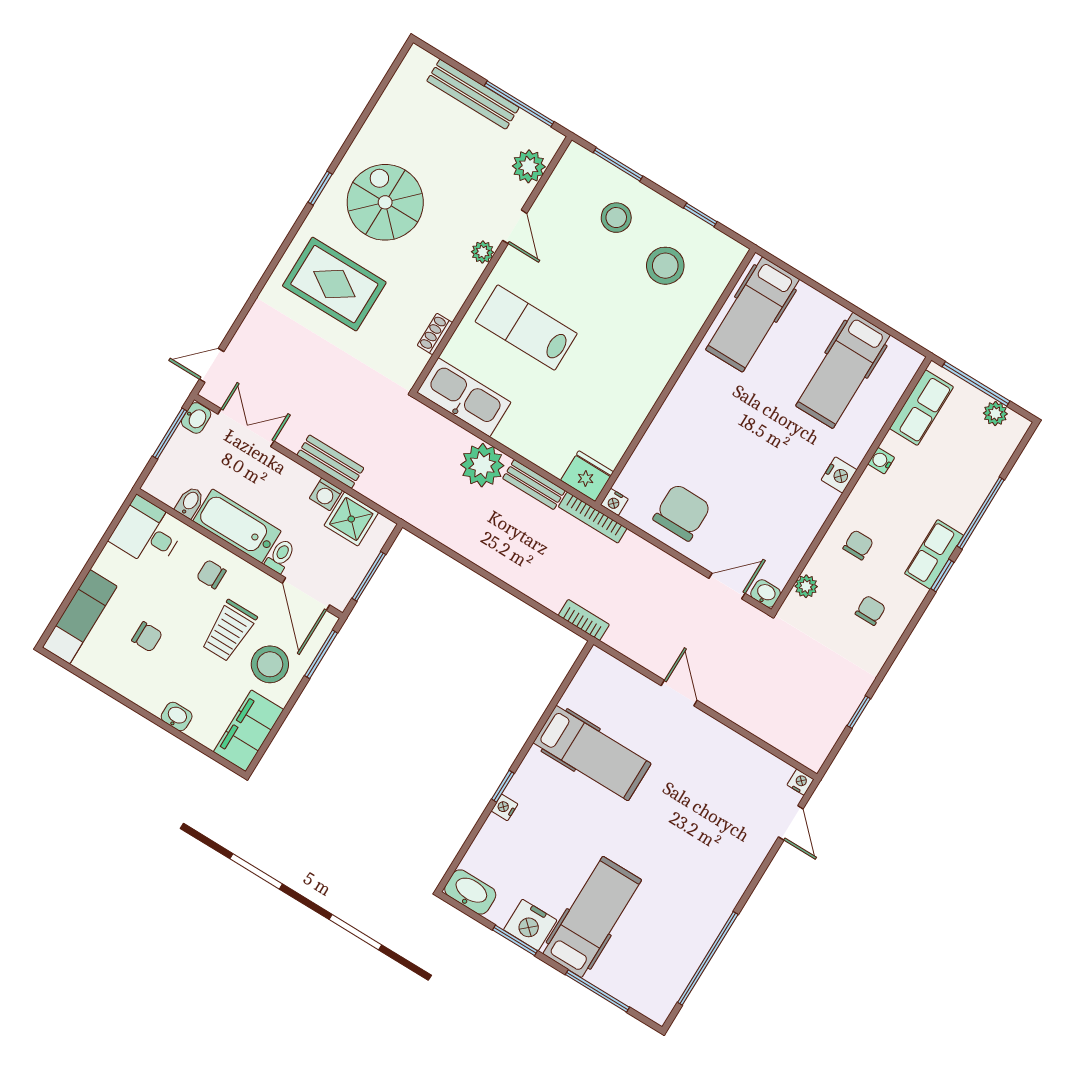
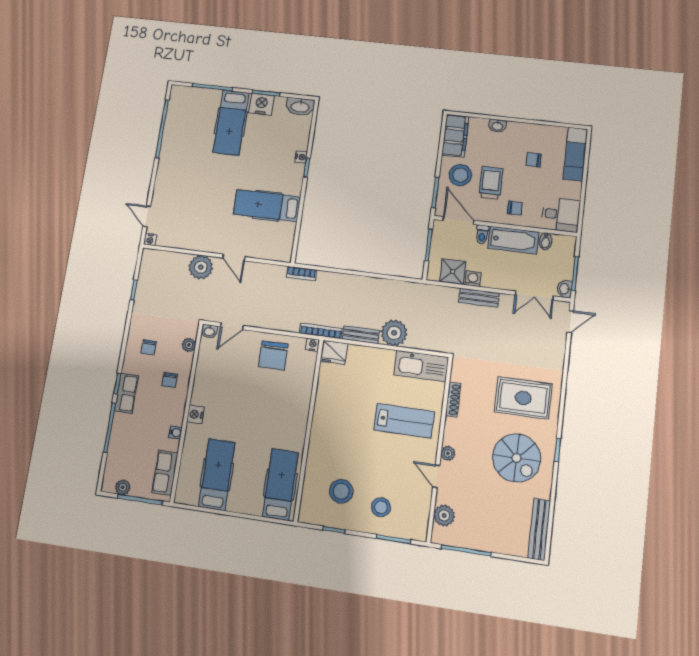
bench: (473, 94) -> (539, 529), moved, turned 90
shoe rack: (435, 334) -> (453, 400), width x1.43
plant: (738, 701) -> (201, 267), added

